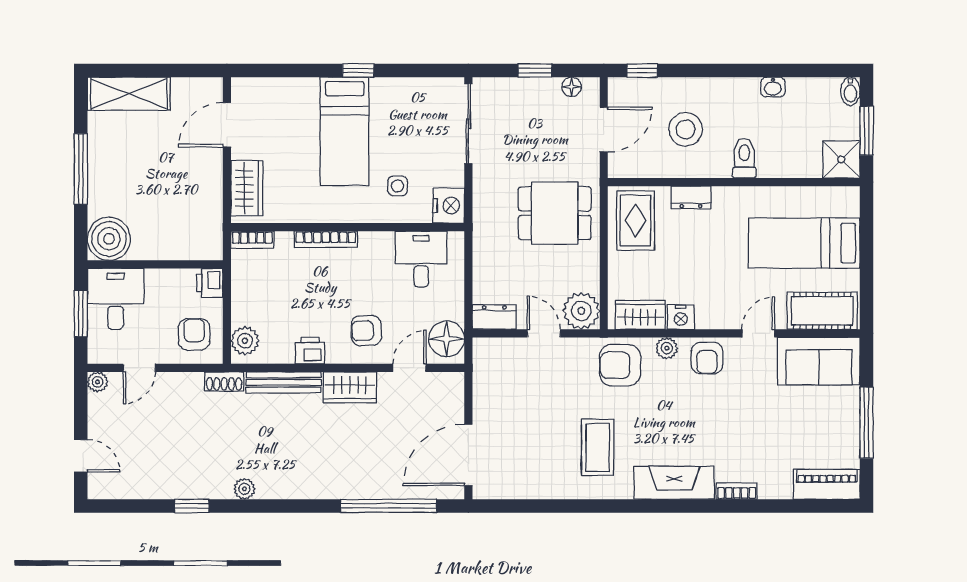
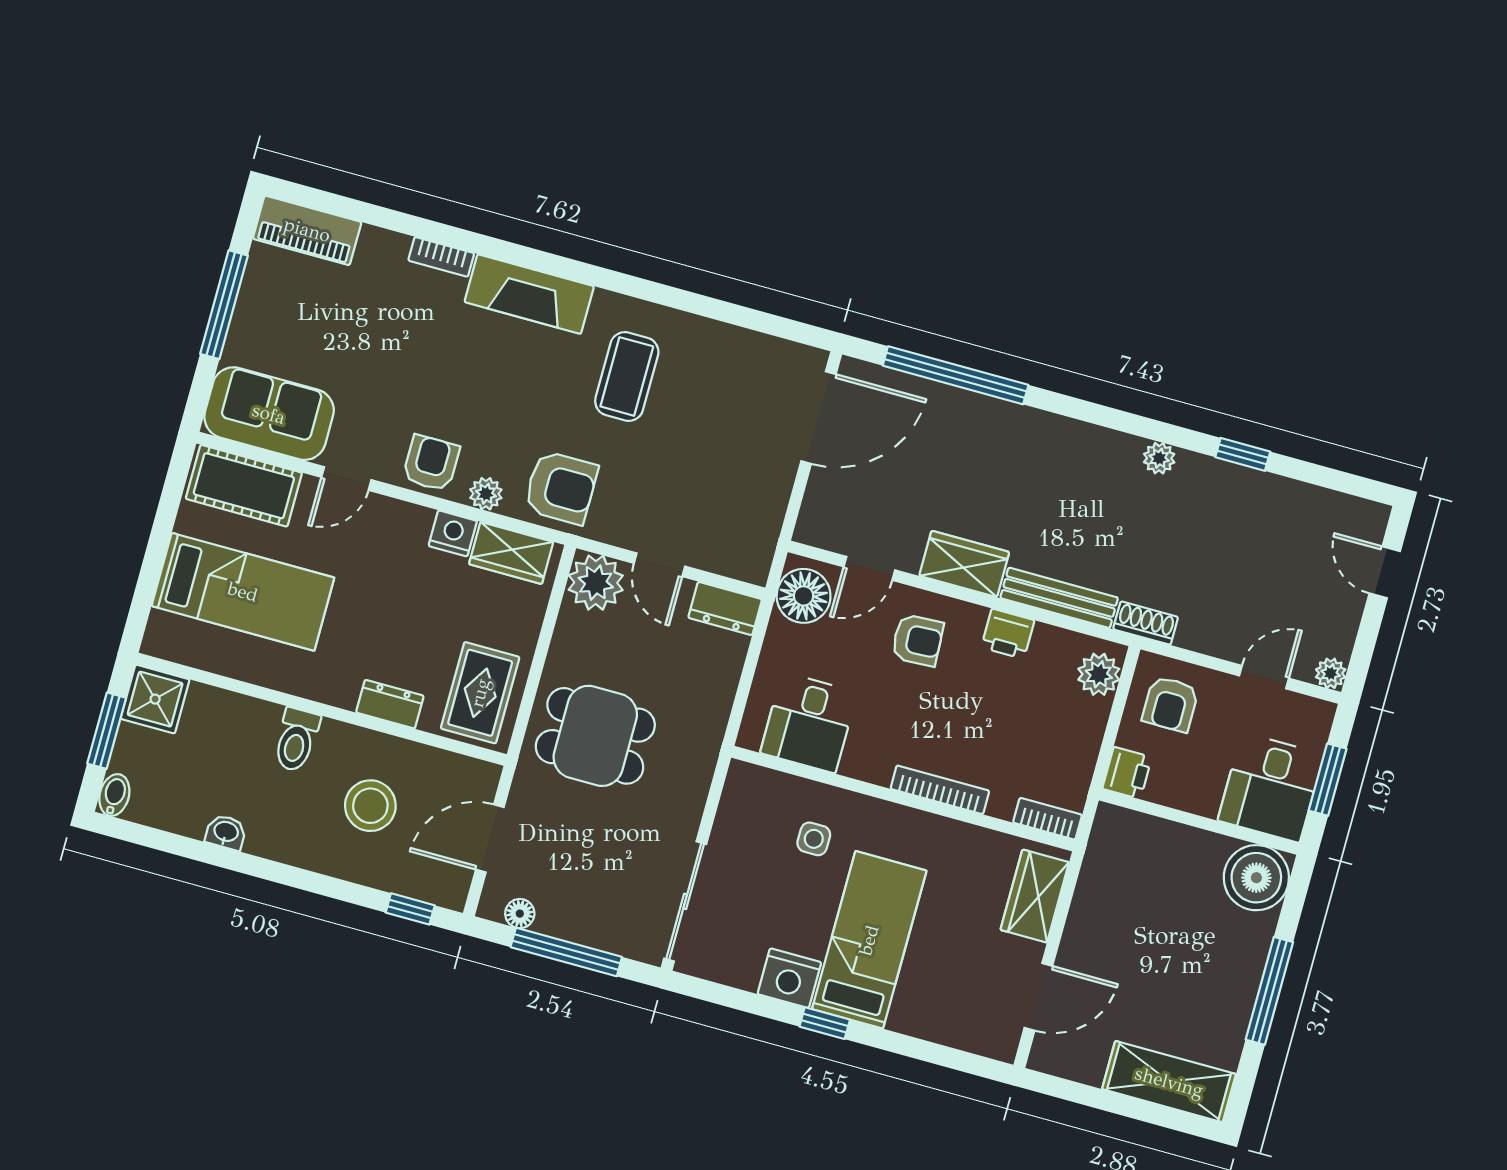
window: (535, 71) -> (566, 952), width x2.17
nightstand: (449, 206) -> (789, 978), moved, turned -90

